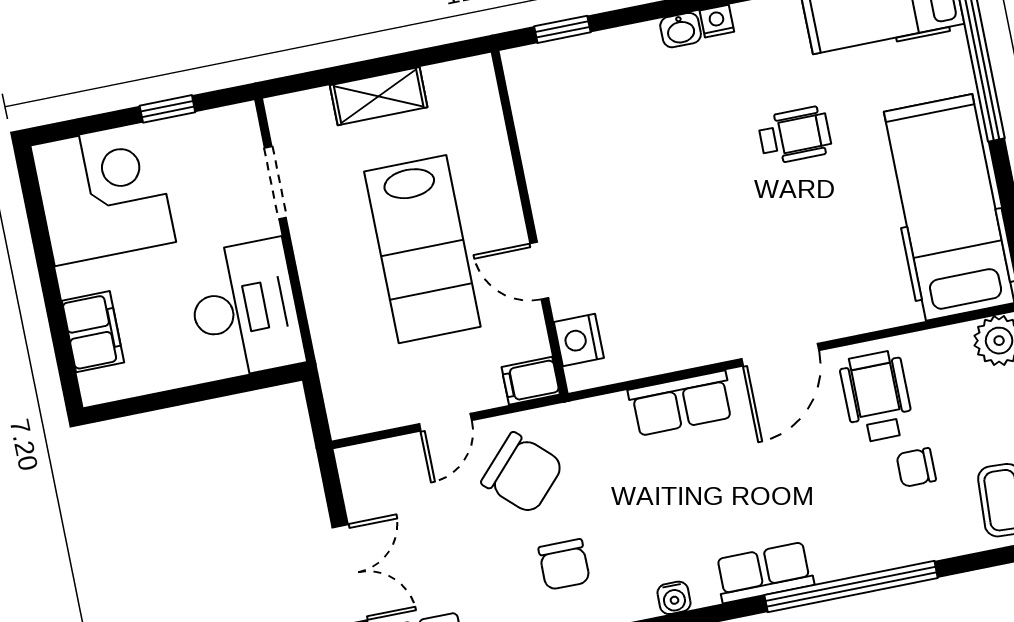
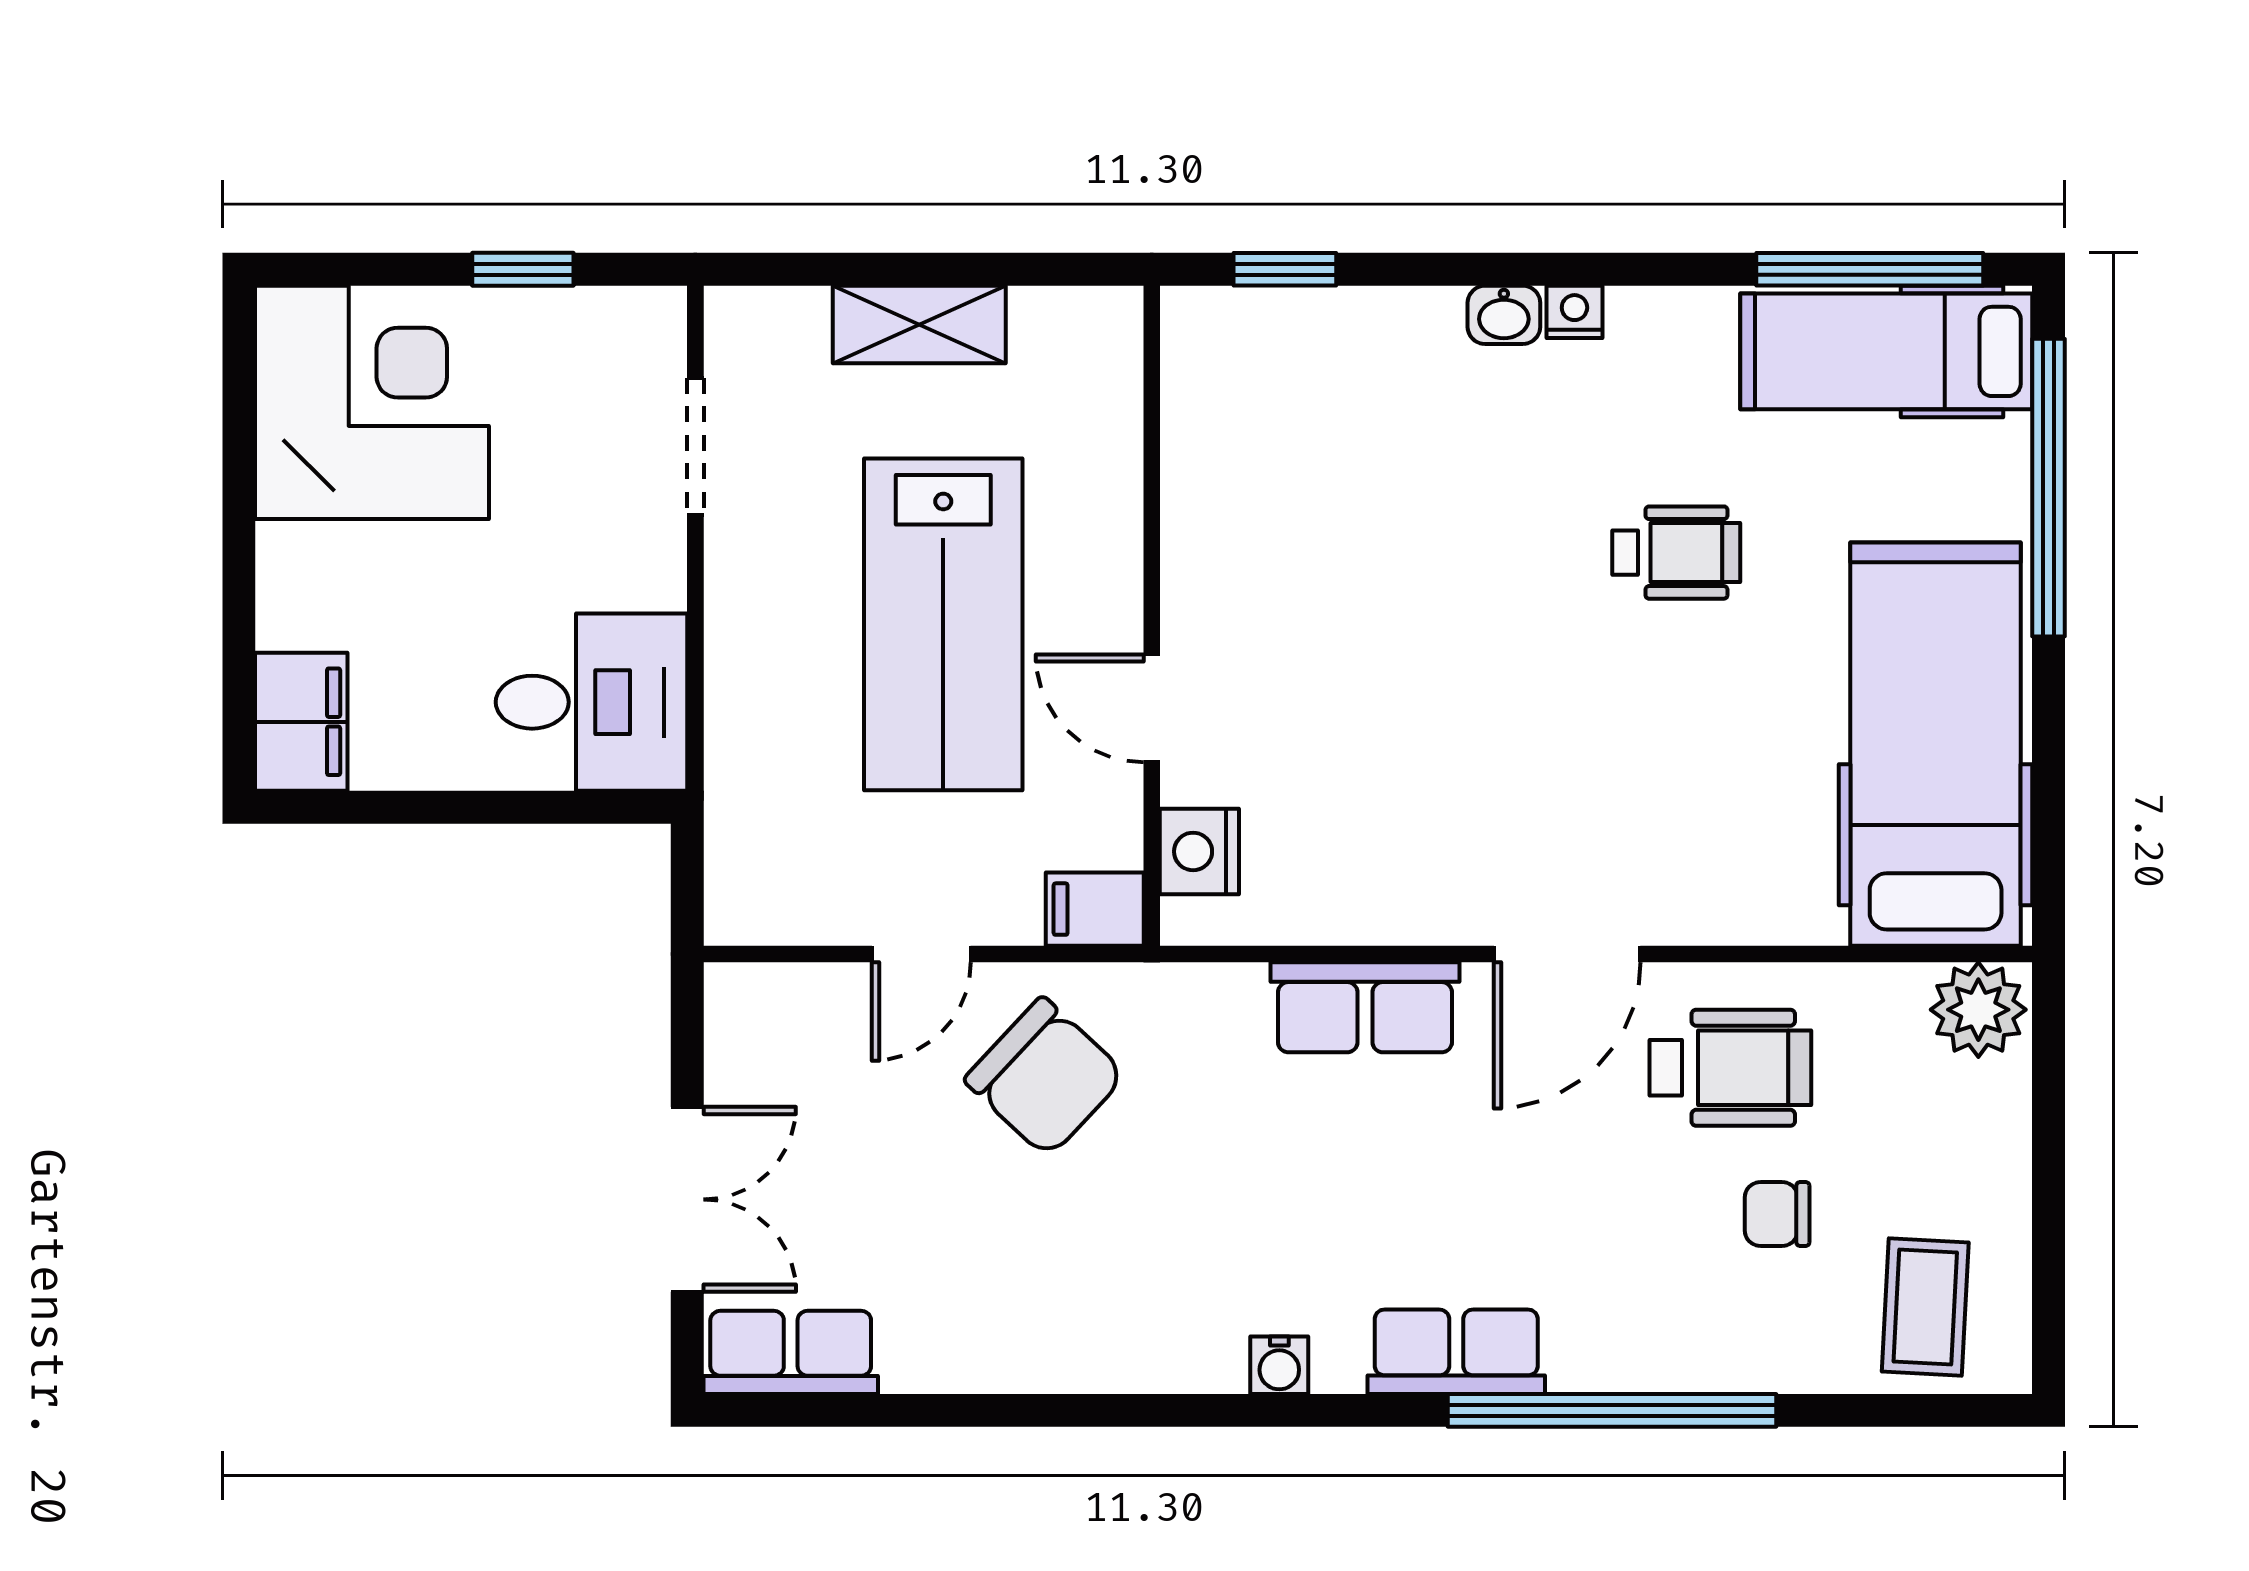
desk: (245, 309) -> (592, 702), width x0.73
filing cabinet: (93, 332) -> (301, 722), moved
wheelchair: (877, 397) -> (1730, 1068), turned 90
chair: (564, 565) -> (1088, 1262), removed

